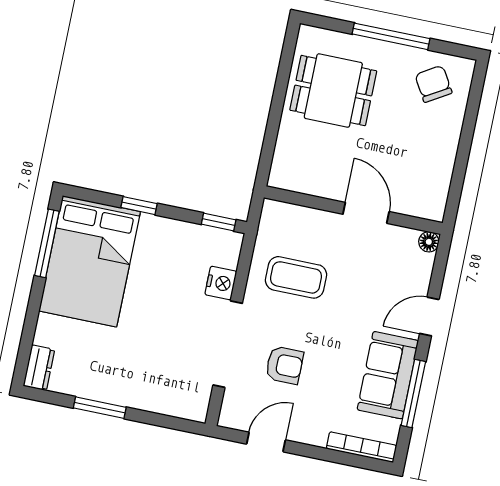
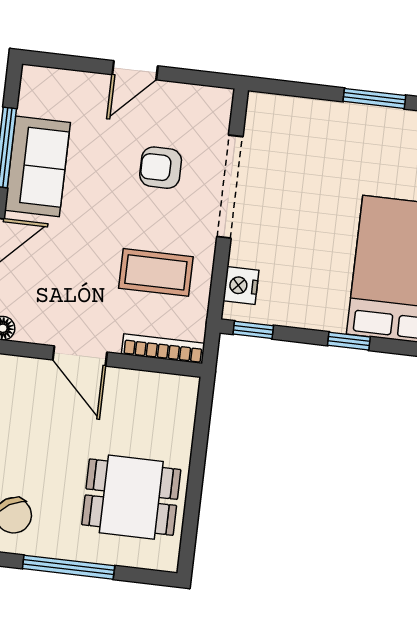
nightstand: (221, 283) -> (241, 286), moved
door: (266, 442) -> (135, 70), moved
bookcase: (362, 447) -> (163, 349), moved, turned 180

